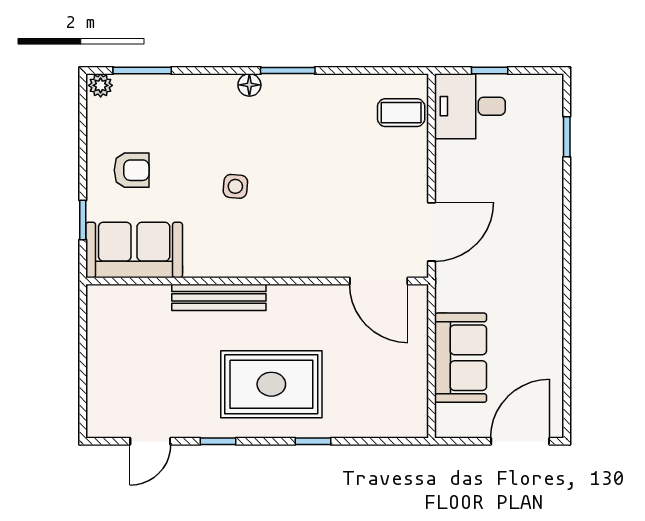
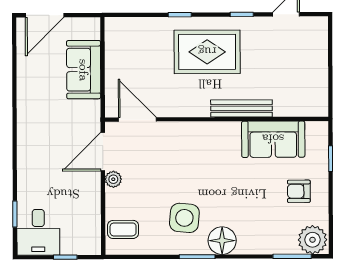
plant: (101, 85) -> (312, 240), width x1.88, depth x1.88
floor lamp: (249, 85) -> (222, 241), width x1.89, depth x1.89
desk: (470, 106) -> (38, 232), moved, turned 90
side table: (235, 186) -> (184, 218), moved, width x1.87, depth x1.87
plant: (416, 190) -> (113, 179), added
sofa: (134, 250) -> (273, 139), moved

